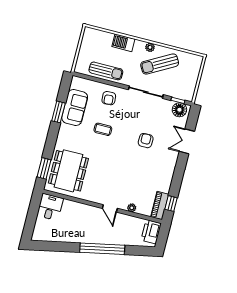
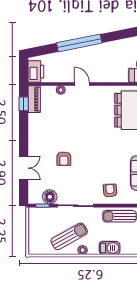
floor lamp: (179, 110) -> (50, 197), moved
coffee table: (103, 129) -> (108, 159), removed

